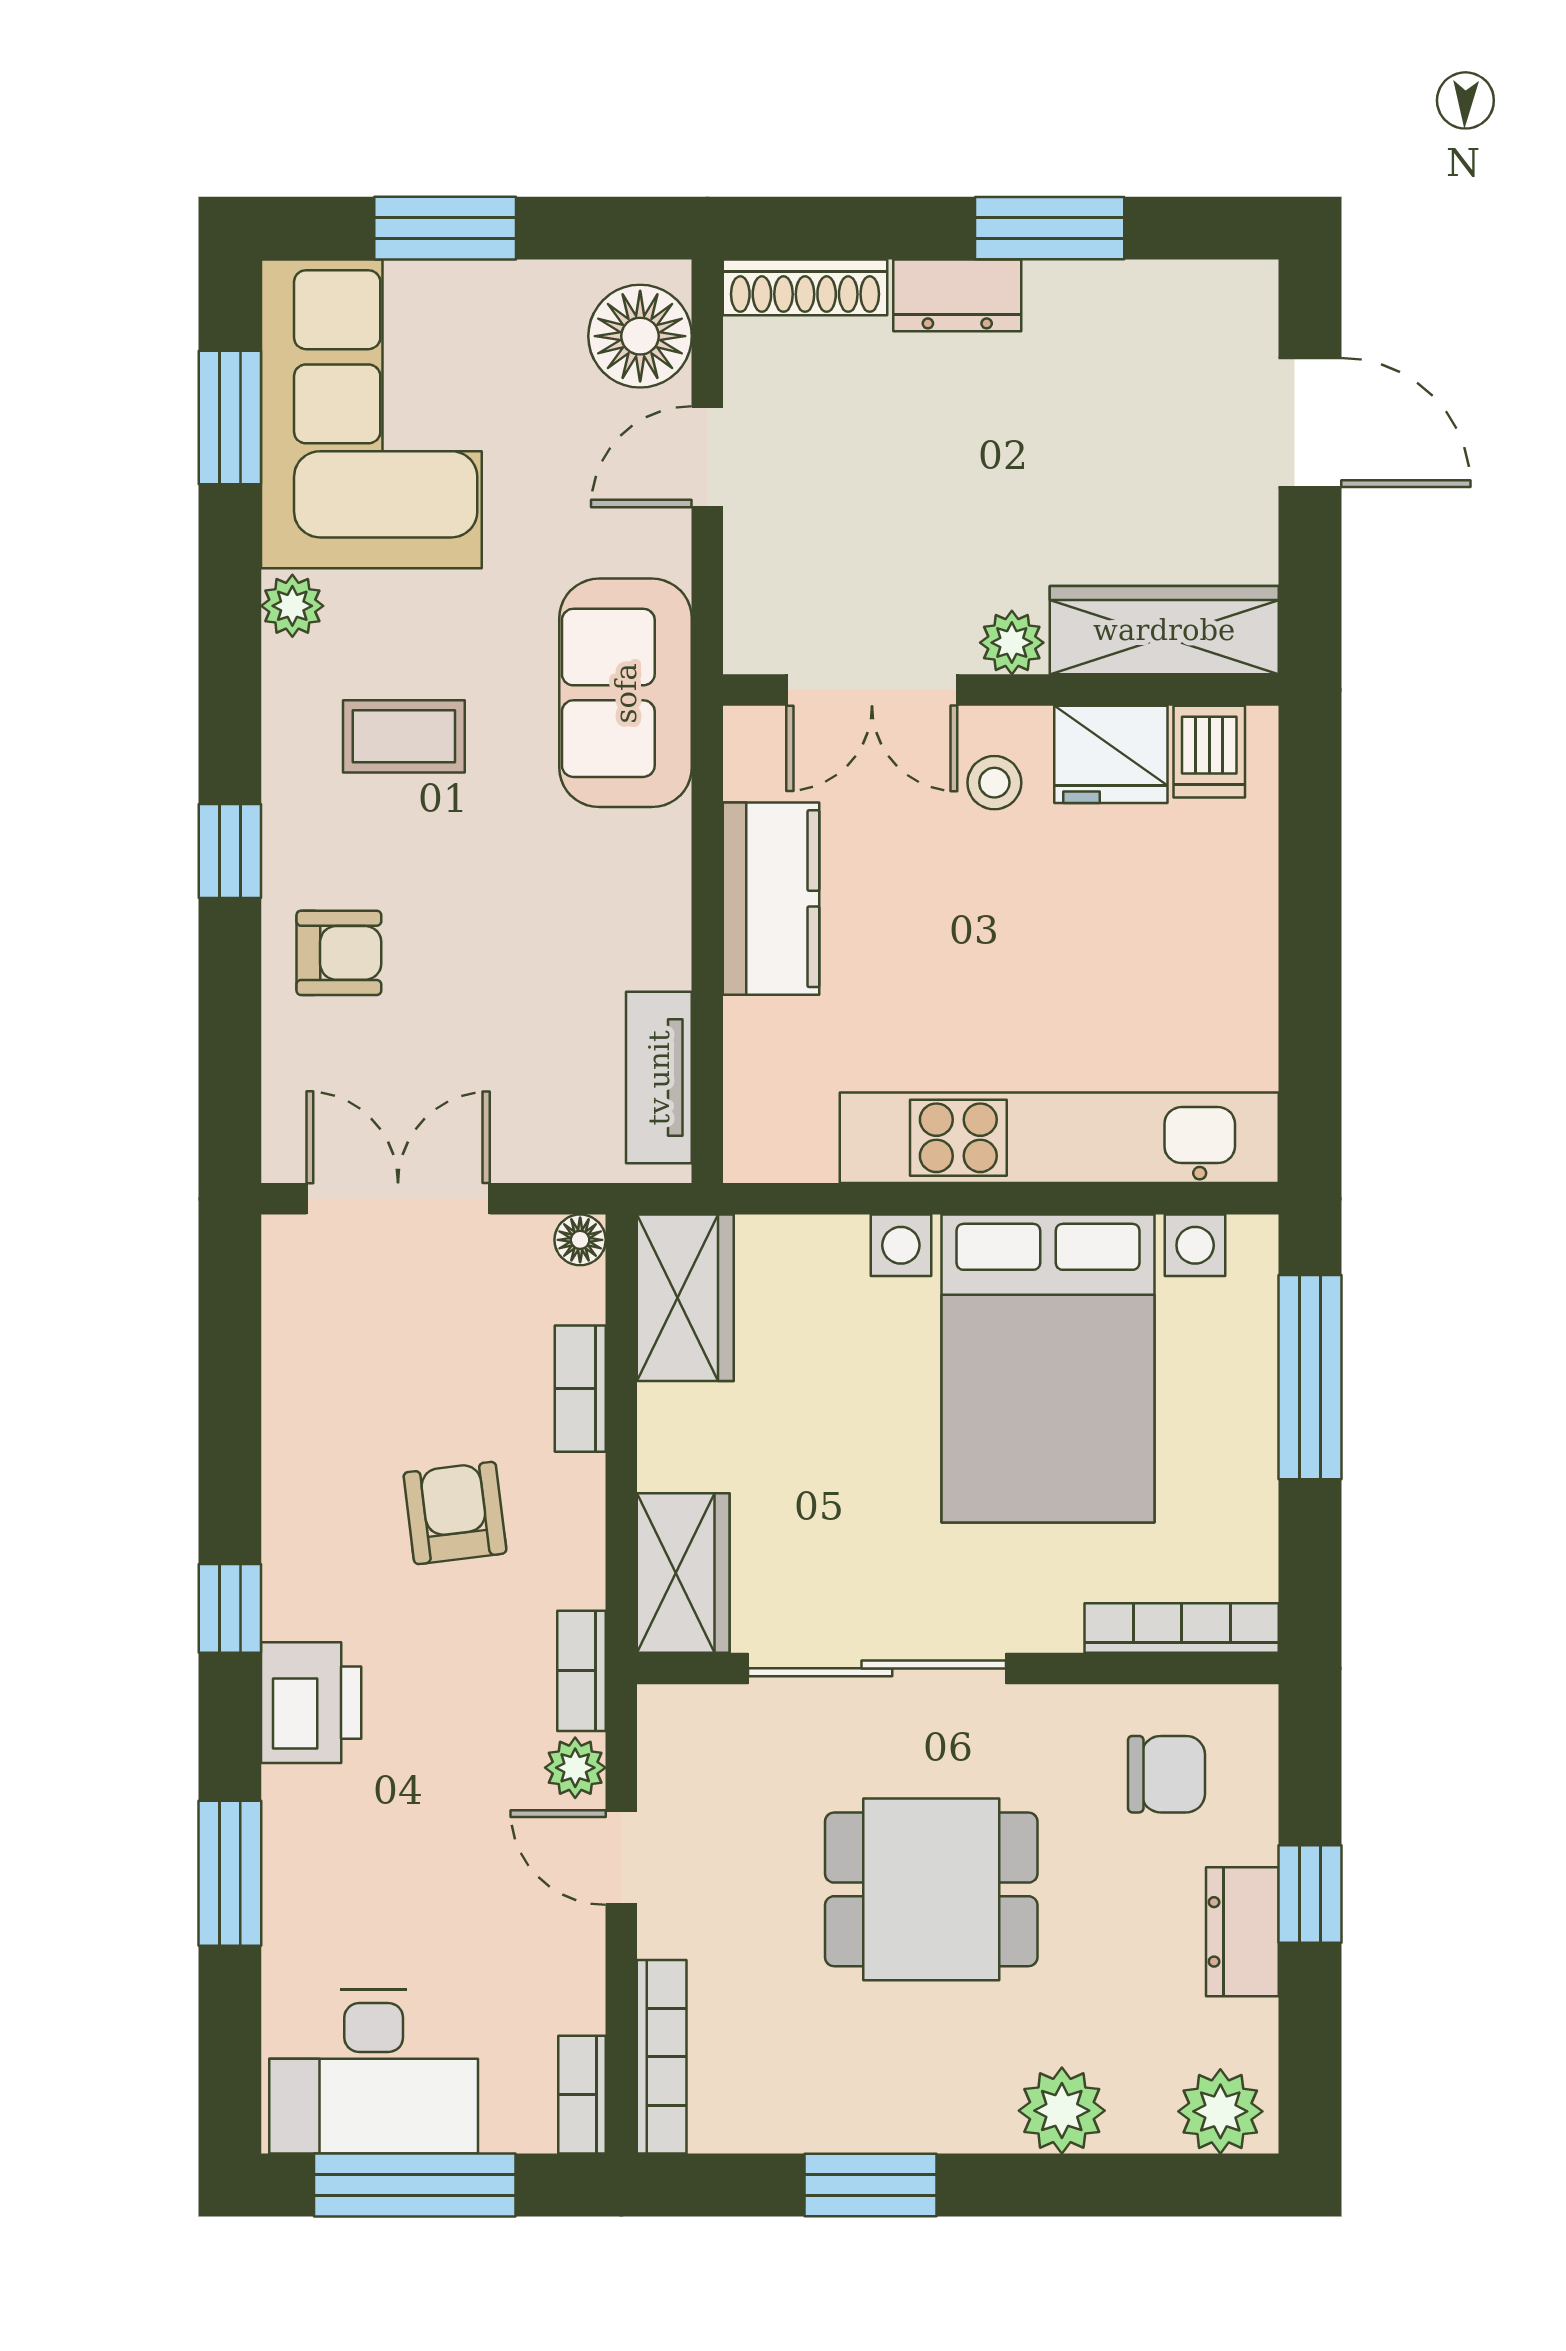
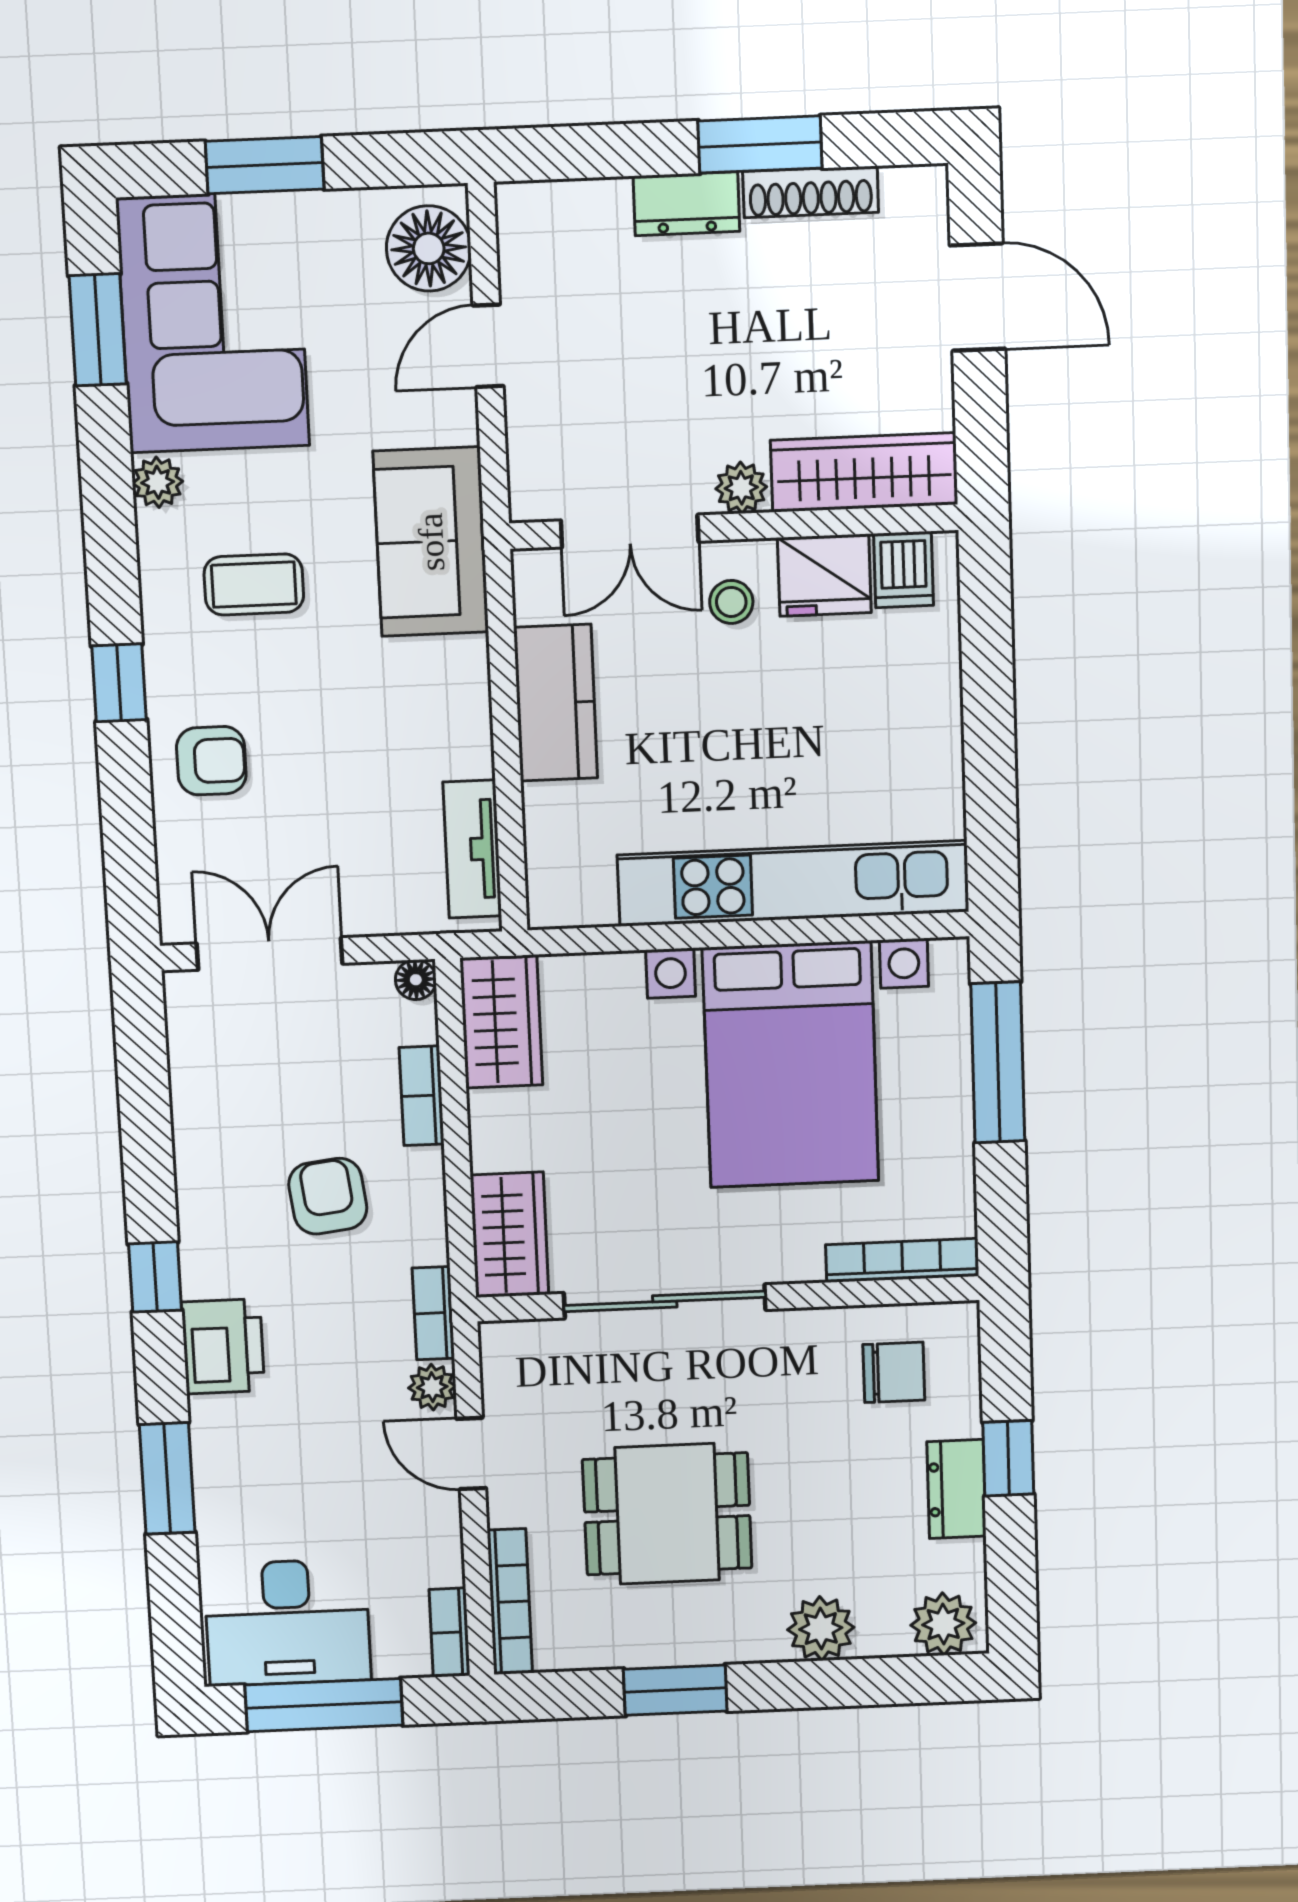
shoe rack: (805, 287) -> (811, 192), moved
dining table: (931, 1889) -> (667, 1514), moved

